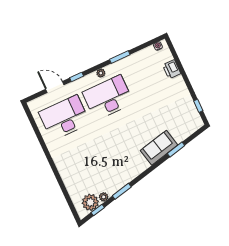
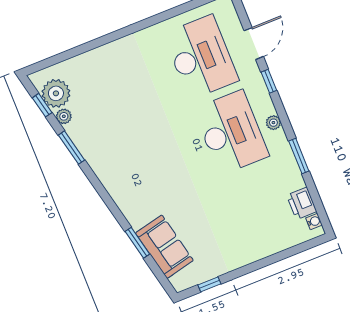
printer: (172, 69) -> (302, 203), moved, turned -90
sofa: (159, 148) -> (164, 247), moved

